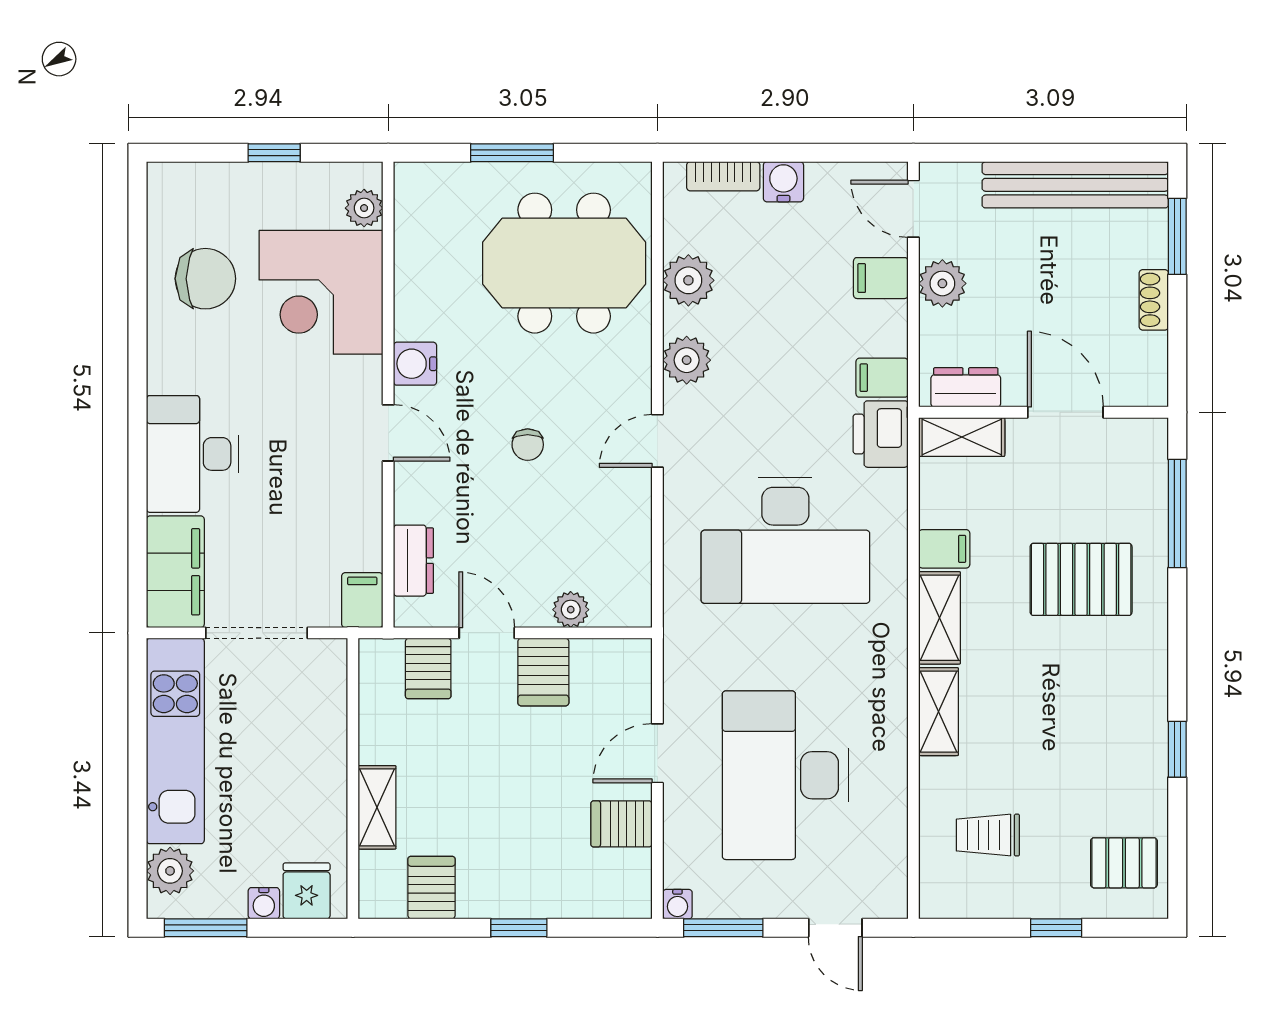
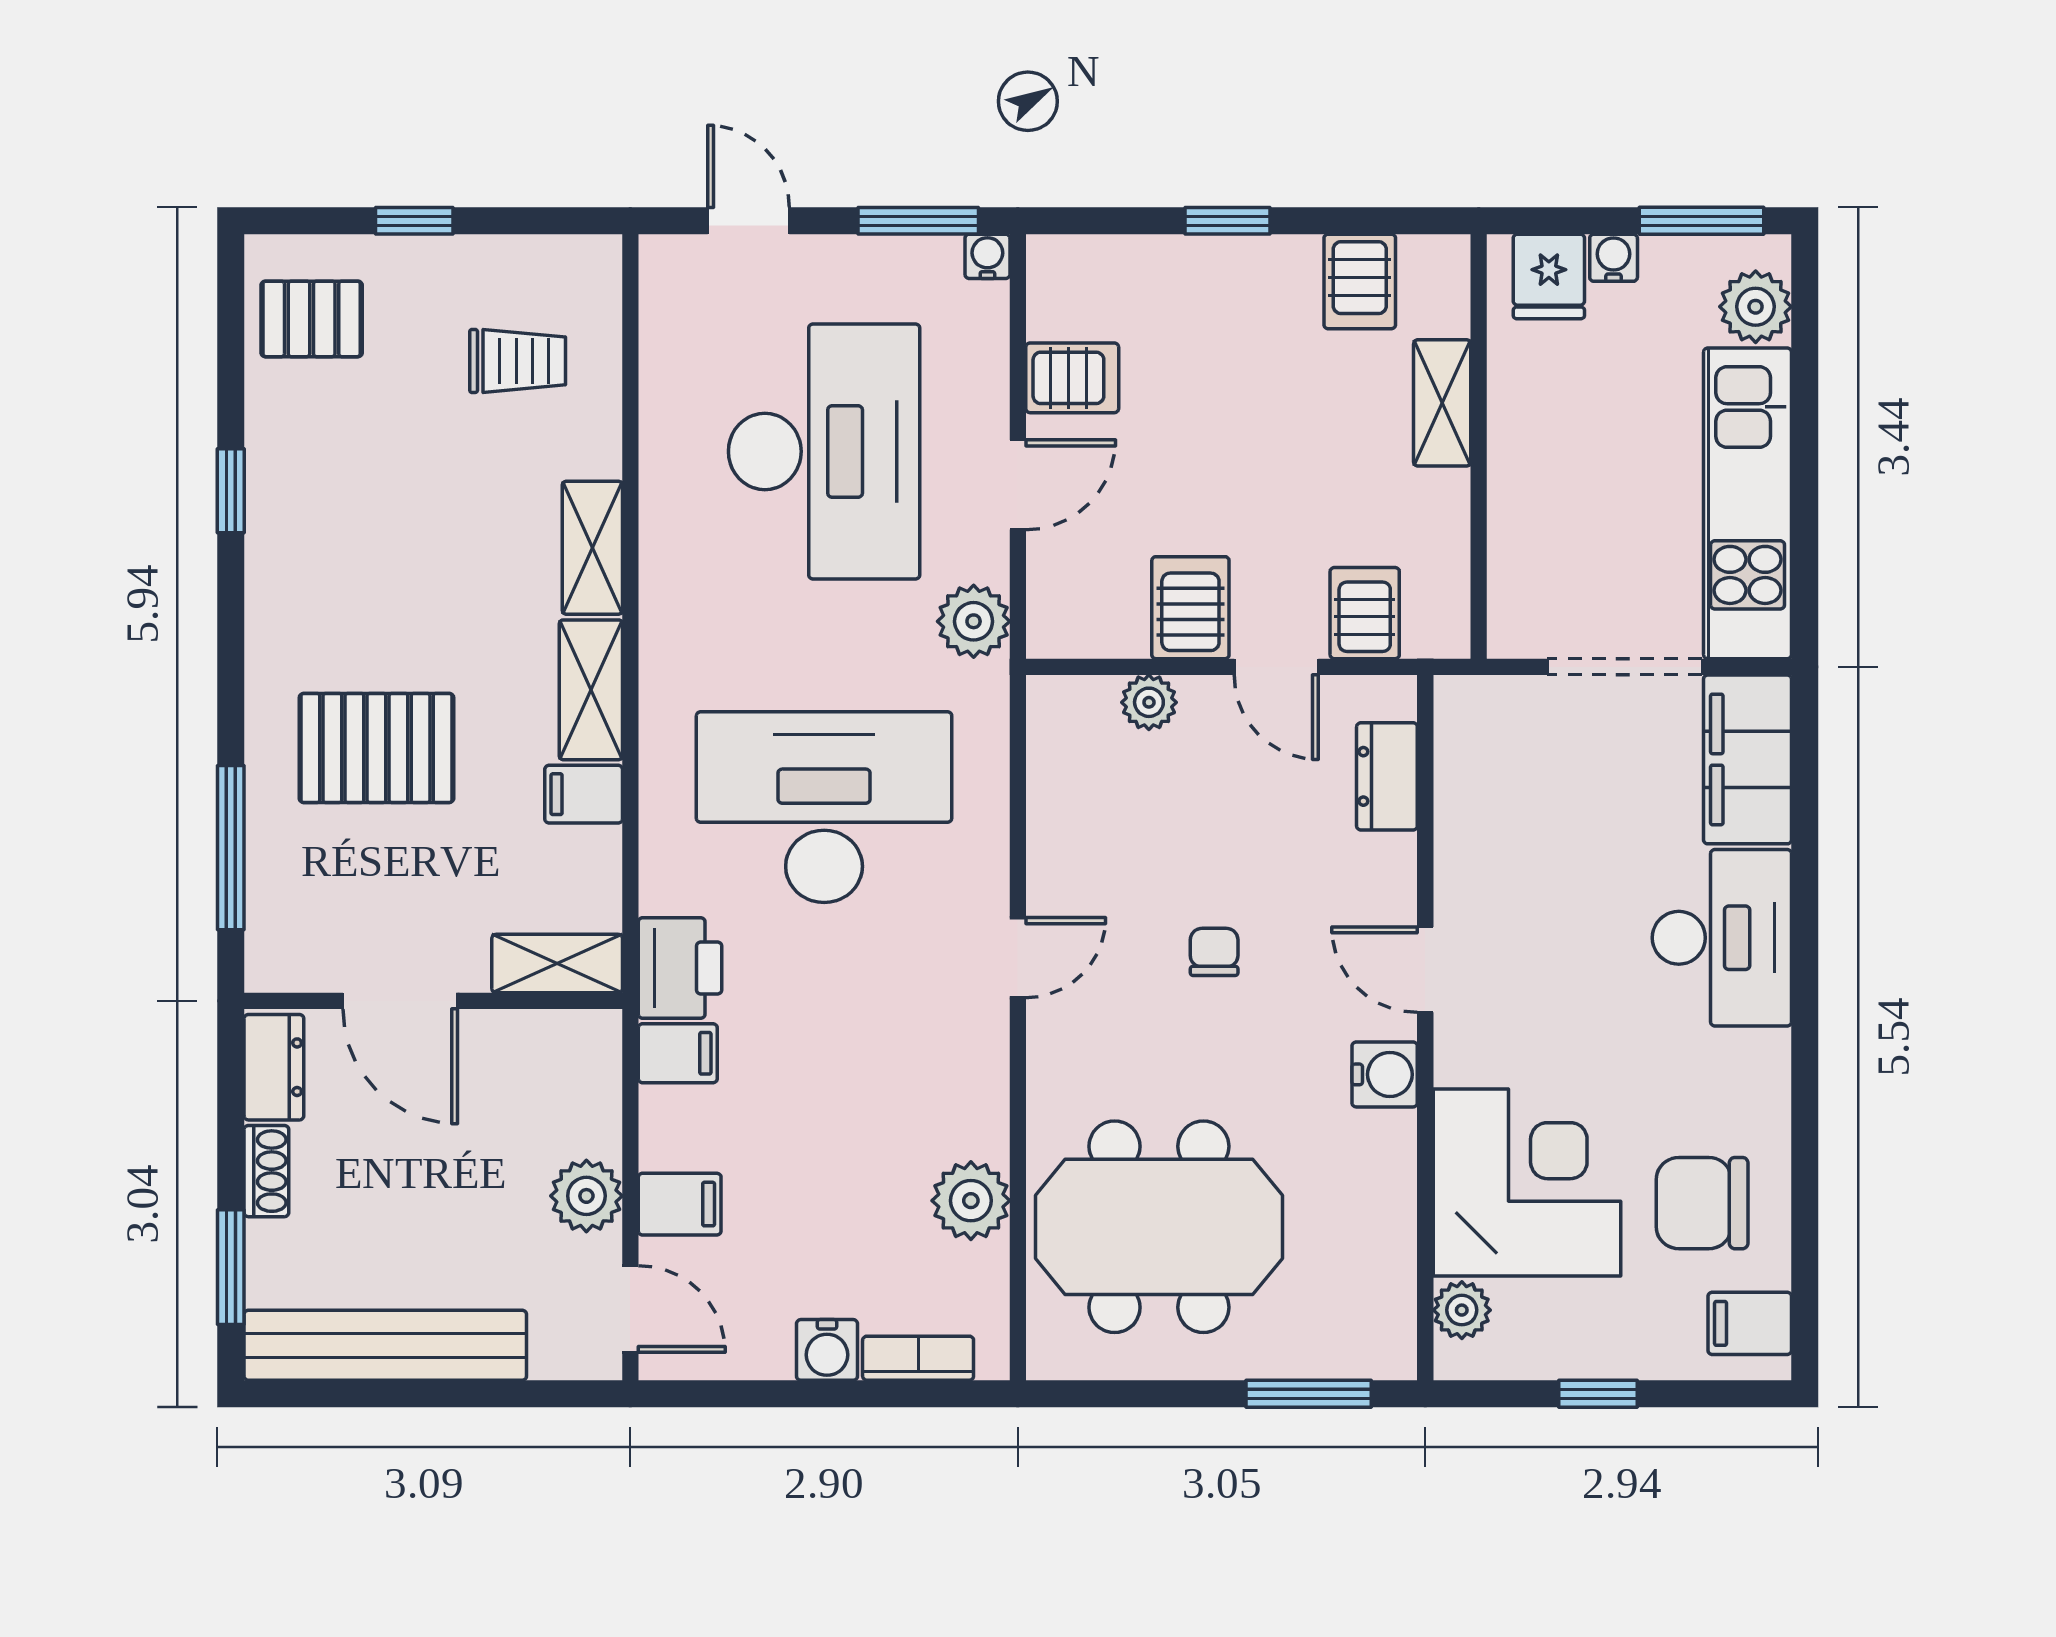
window: (512, 153) -> (1309, 1394), moved
plant: (687, 360) -> (974, 621), moved
dresser: (966, 387) -> (274, 1067), moved, turned -90
filing cabinet: (362, 600) -> (1750, 1323), moved, turned 90

